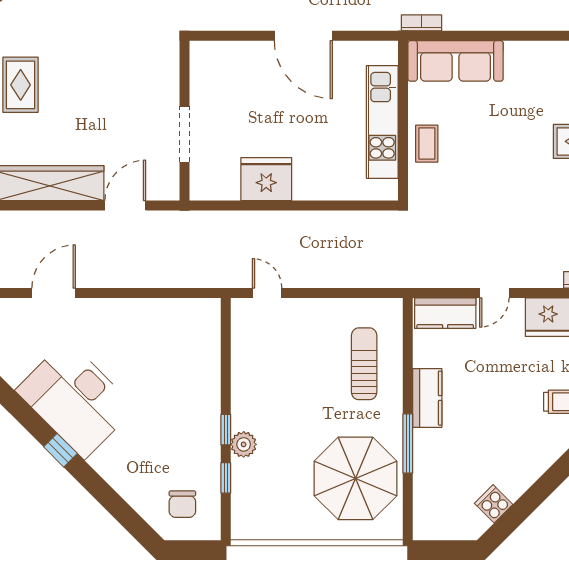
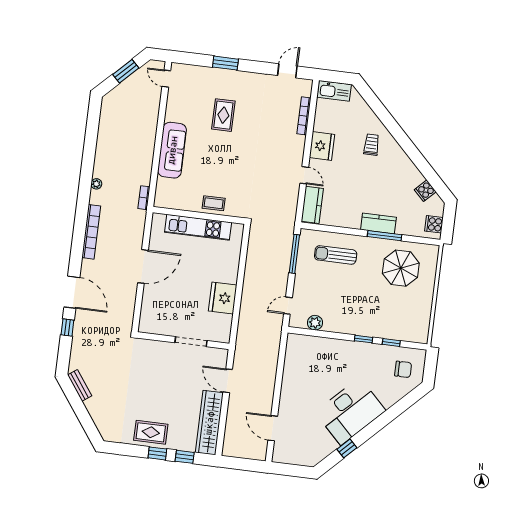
sofa: (455, 61) -> (172, 150), moved
window: (357, 293) -> (294, 254), added
kitchen counter: (427, 398) -> (378, 223), moved
desk: (76, 399) -> (350, 411), moved
plant: (244, 444) -> (315, 323), moved
window: (60, 450) -> (347, 448), moved
parasol: (355, 478) -> (401, 268), width x0.73, depth x0.73
cooker: (438, 526) -> (434, 224), added

